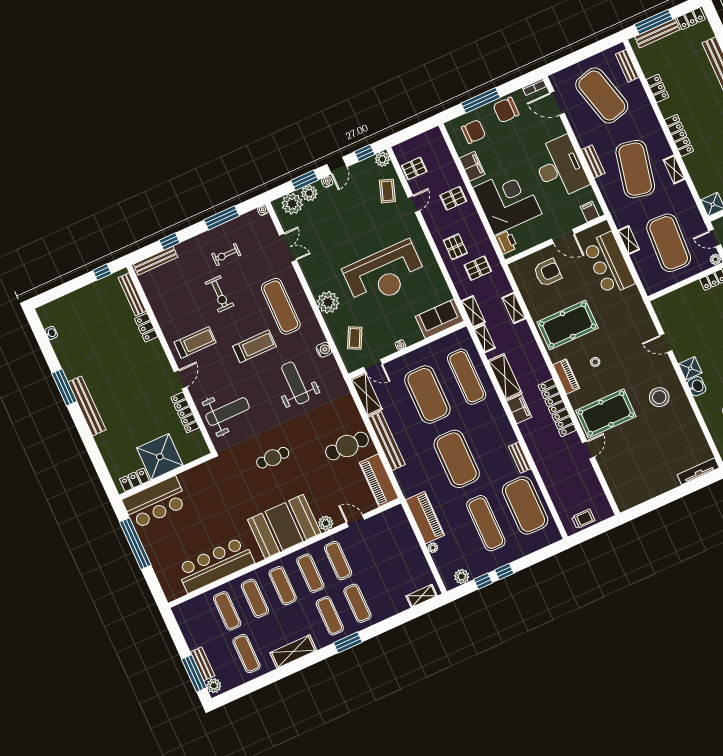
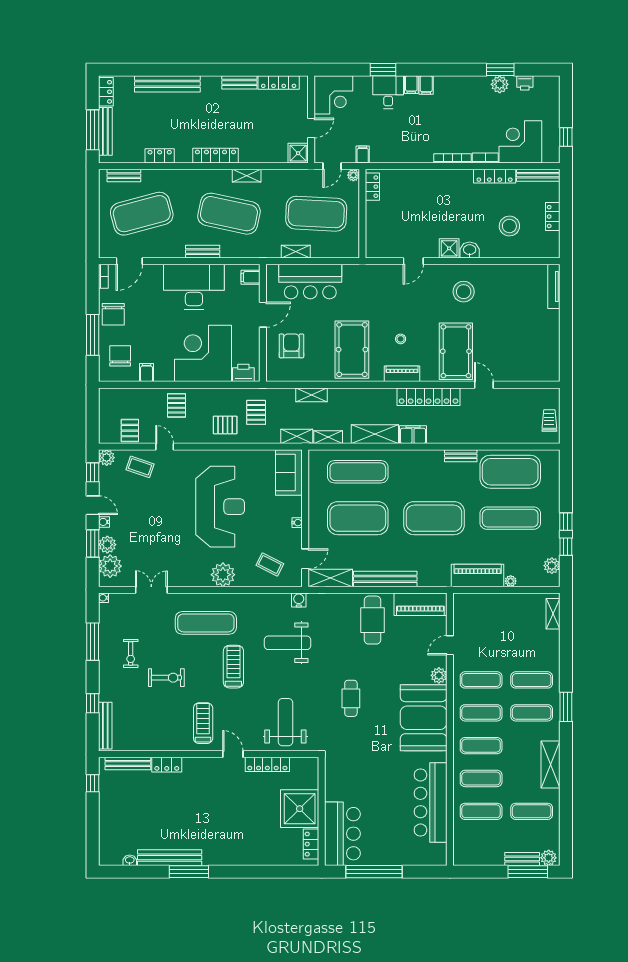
filing cabinet: (472, 166) -> (147, 373), width x0.50
water cooler: (324, 350) -> (299, 600), moved
bench: (87, 406) -> (170, 858), moved

